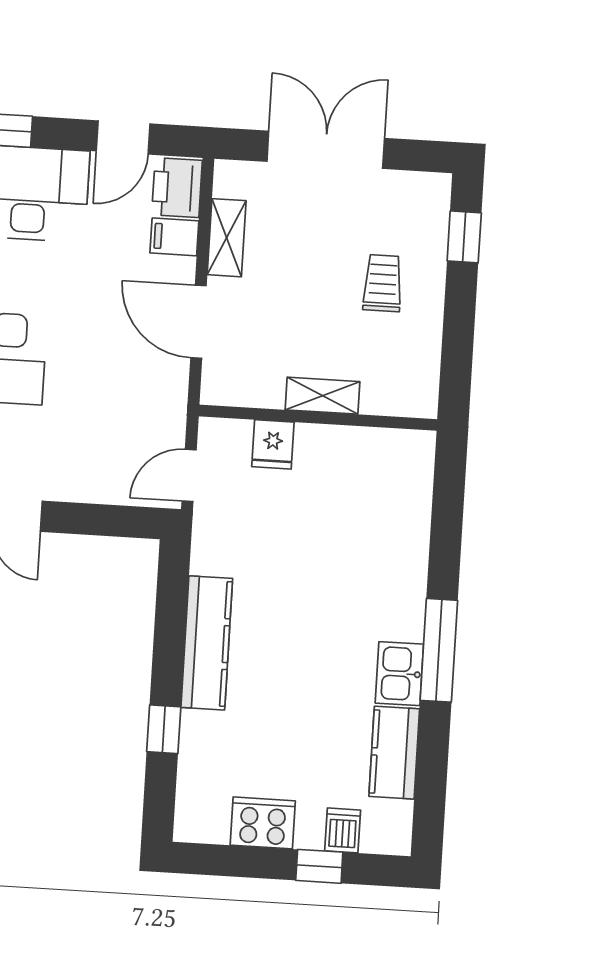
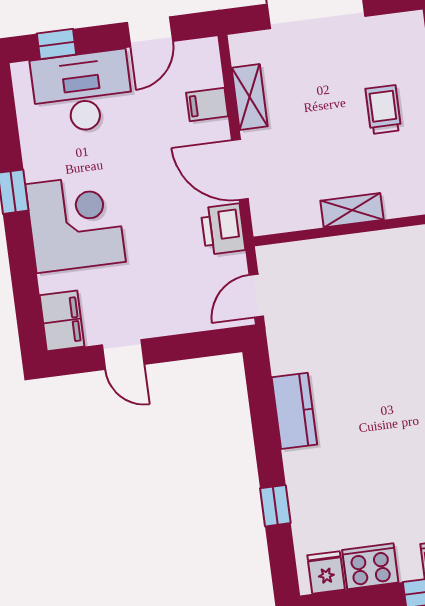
printer: (177, 188) -> (223, 229), moved
fridge: (273, 444) -> (326, 572), moved, turned 180
kitchen counter: (207, 643) -> (294, 411), width x0.67

